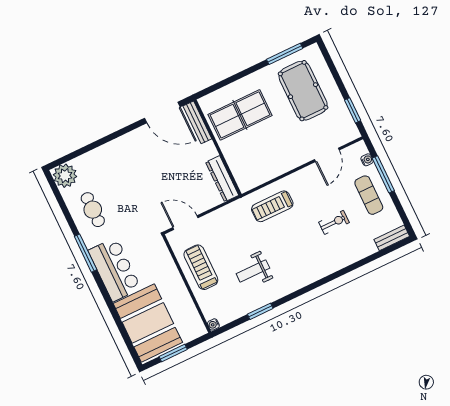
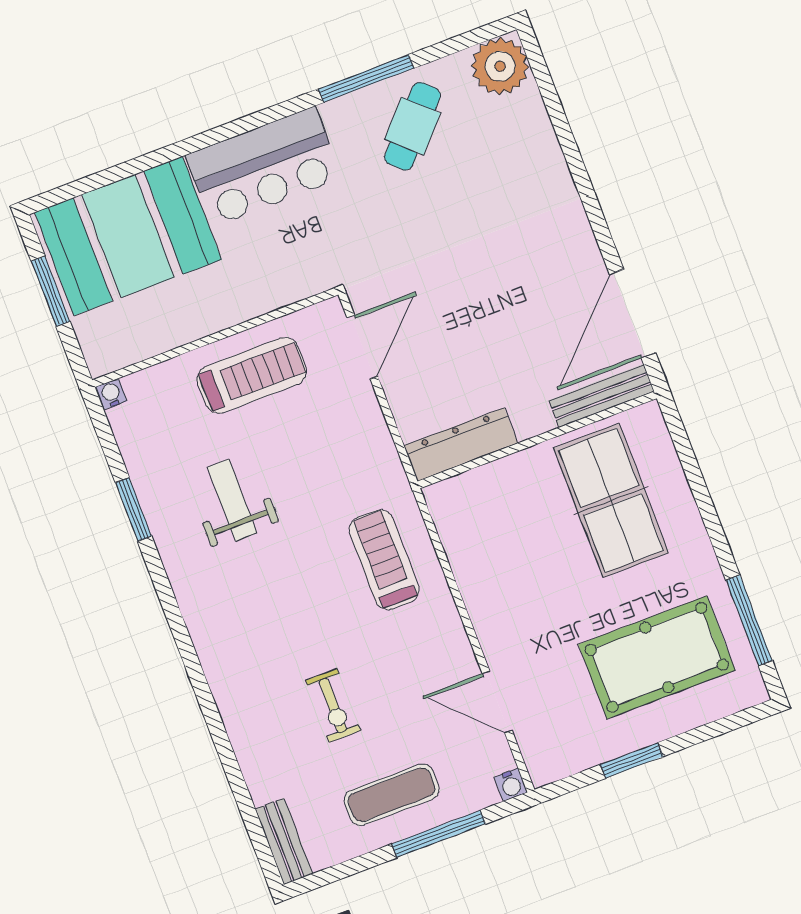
window: (353, 110) -> (632, 761), moved
water cooler: (367, 160) -> (511, 785), moved
cafe table: (93, 210) -> (413, 126), turned -47
window: (86, 253) -> (366, 79), moved

